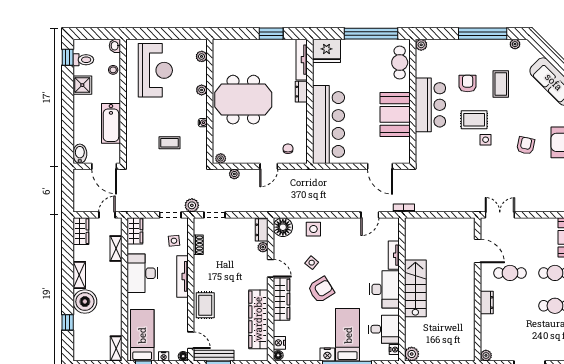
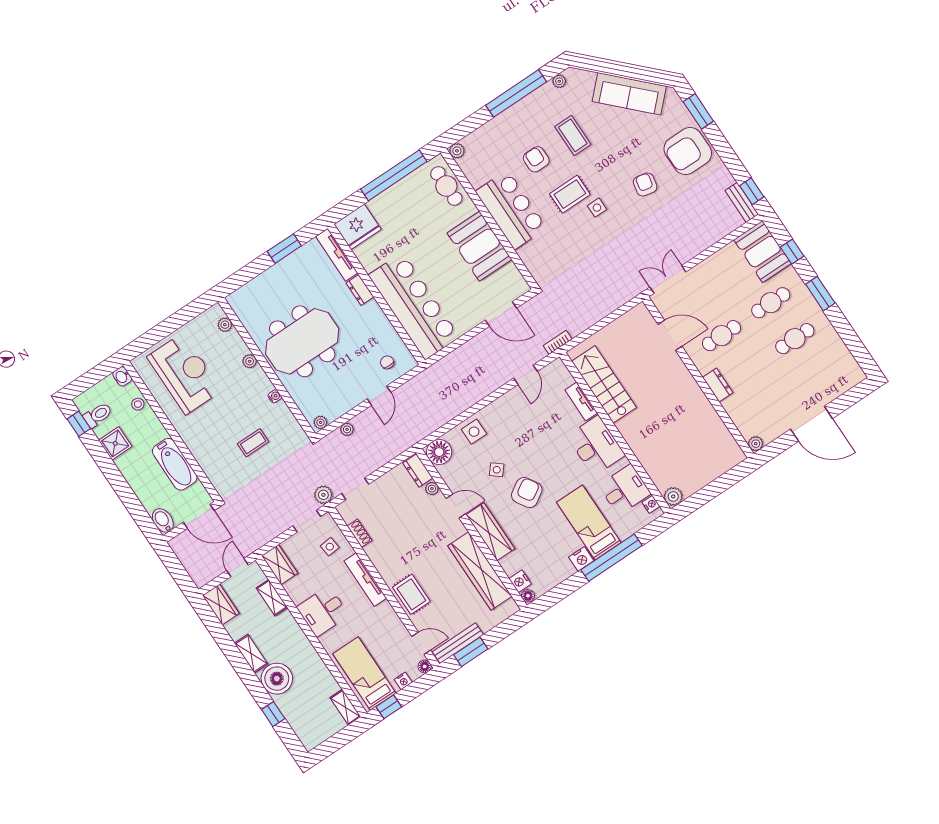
desk: (142, 273) -> (323, 611), width x0.73
stairs: (415, 288) -> (604, 384), moved

